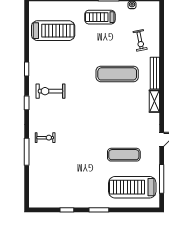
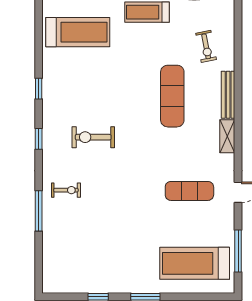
exercise mat: (117, 74) -> (172, 96), turned 90
exercise bike: (50, 91) -> (93, 137), moved
exercise mat: (124, 155) -> (189, 191), moved

